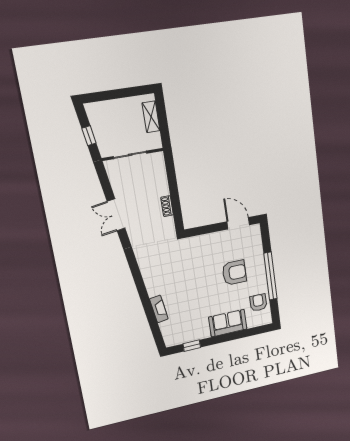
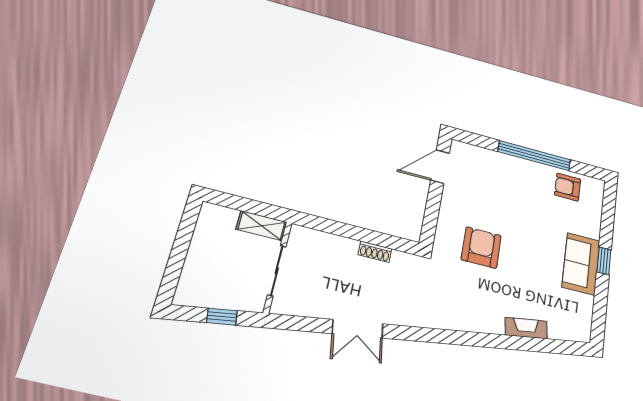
shelving: (151, 117) -> (262, 226), moved
armchair: (234, 273) -> (481, 248), moved
sofa: (228, 323) -> (581, 264), moved
window: (192, 346) -> (604, 261), moved

